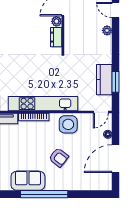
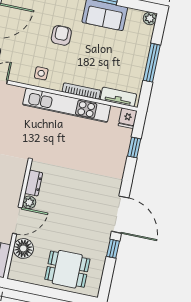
side table: (68, 124) -> (41, 73), width x0.54, depth x0.54
armchair: (59, 157) -> (61, 35), turned 52

